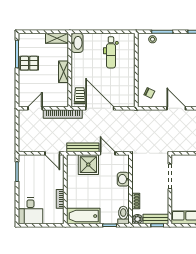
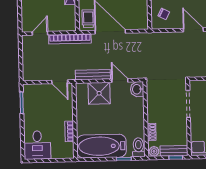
washbasin: (123, 179) -> (137, 89), moved
bathtub: (83, 216) -> (101, 146), width x1.36, depth x1.36

